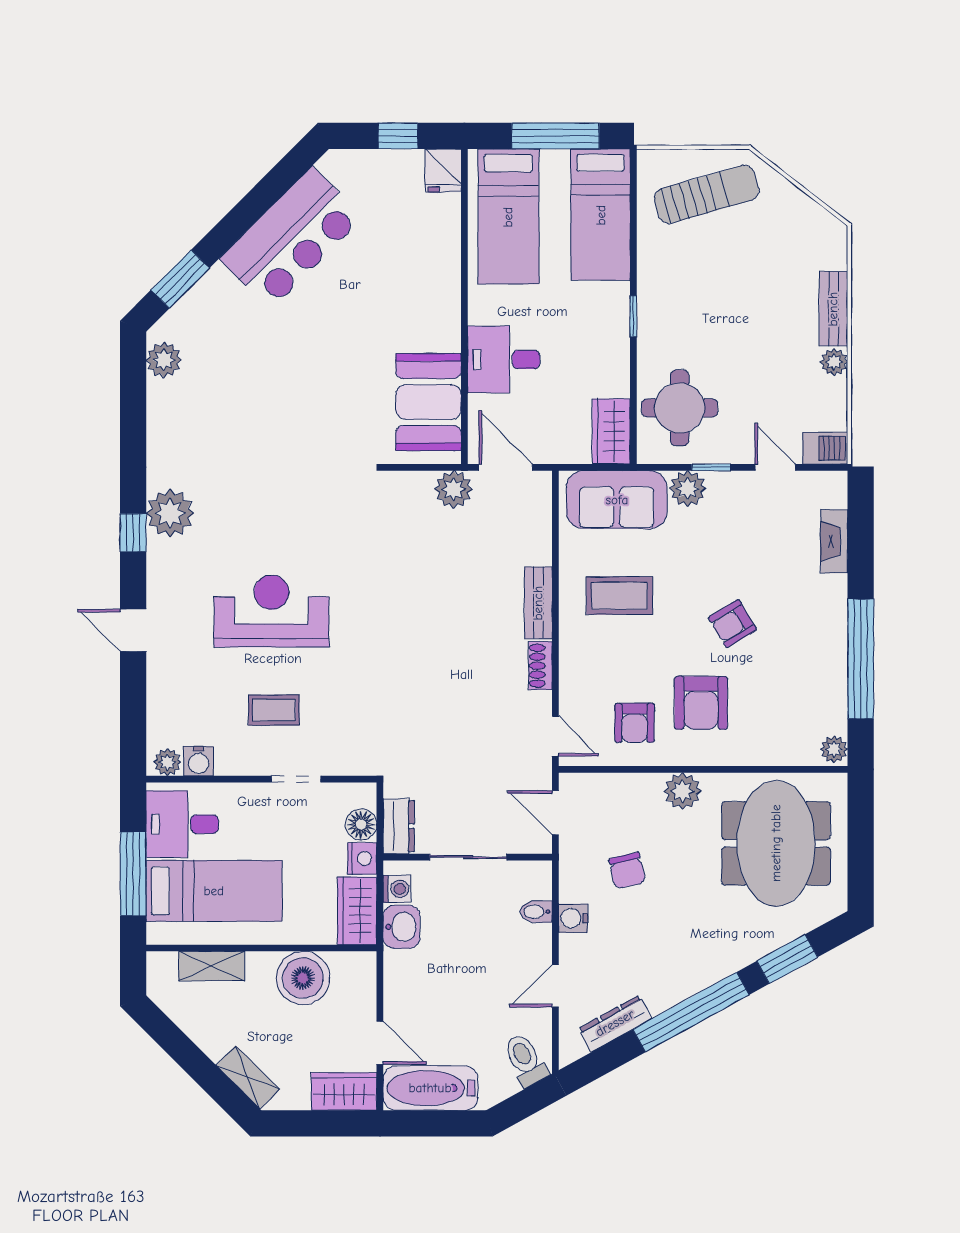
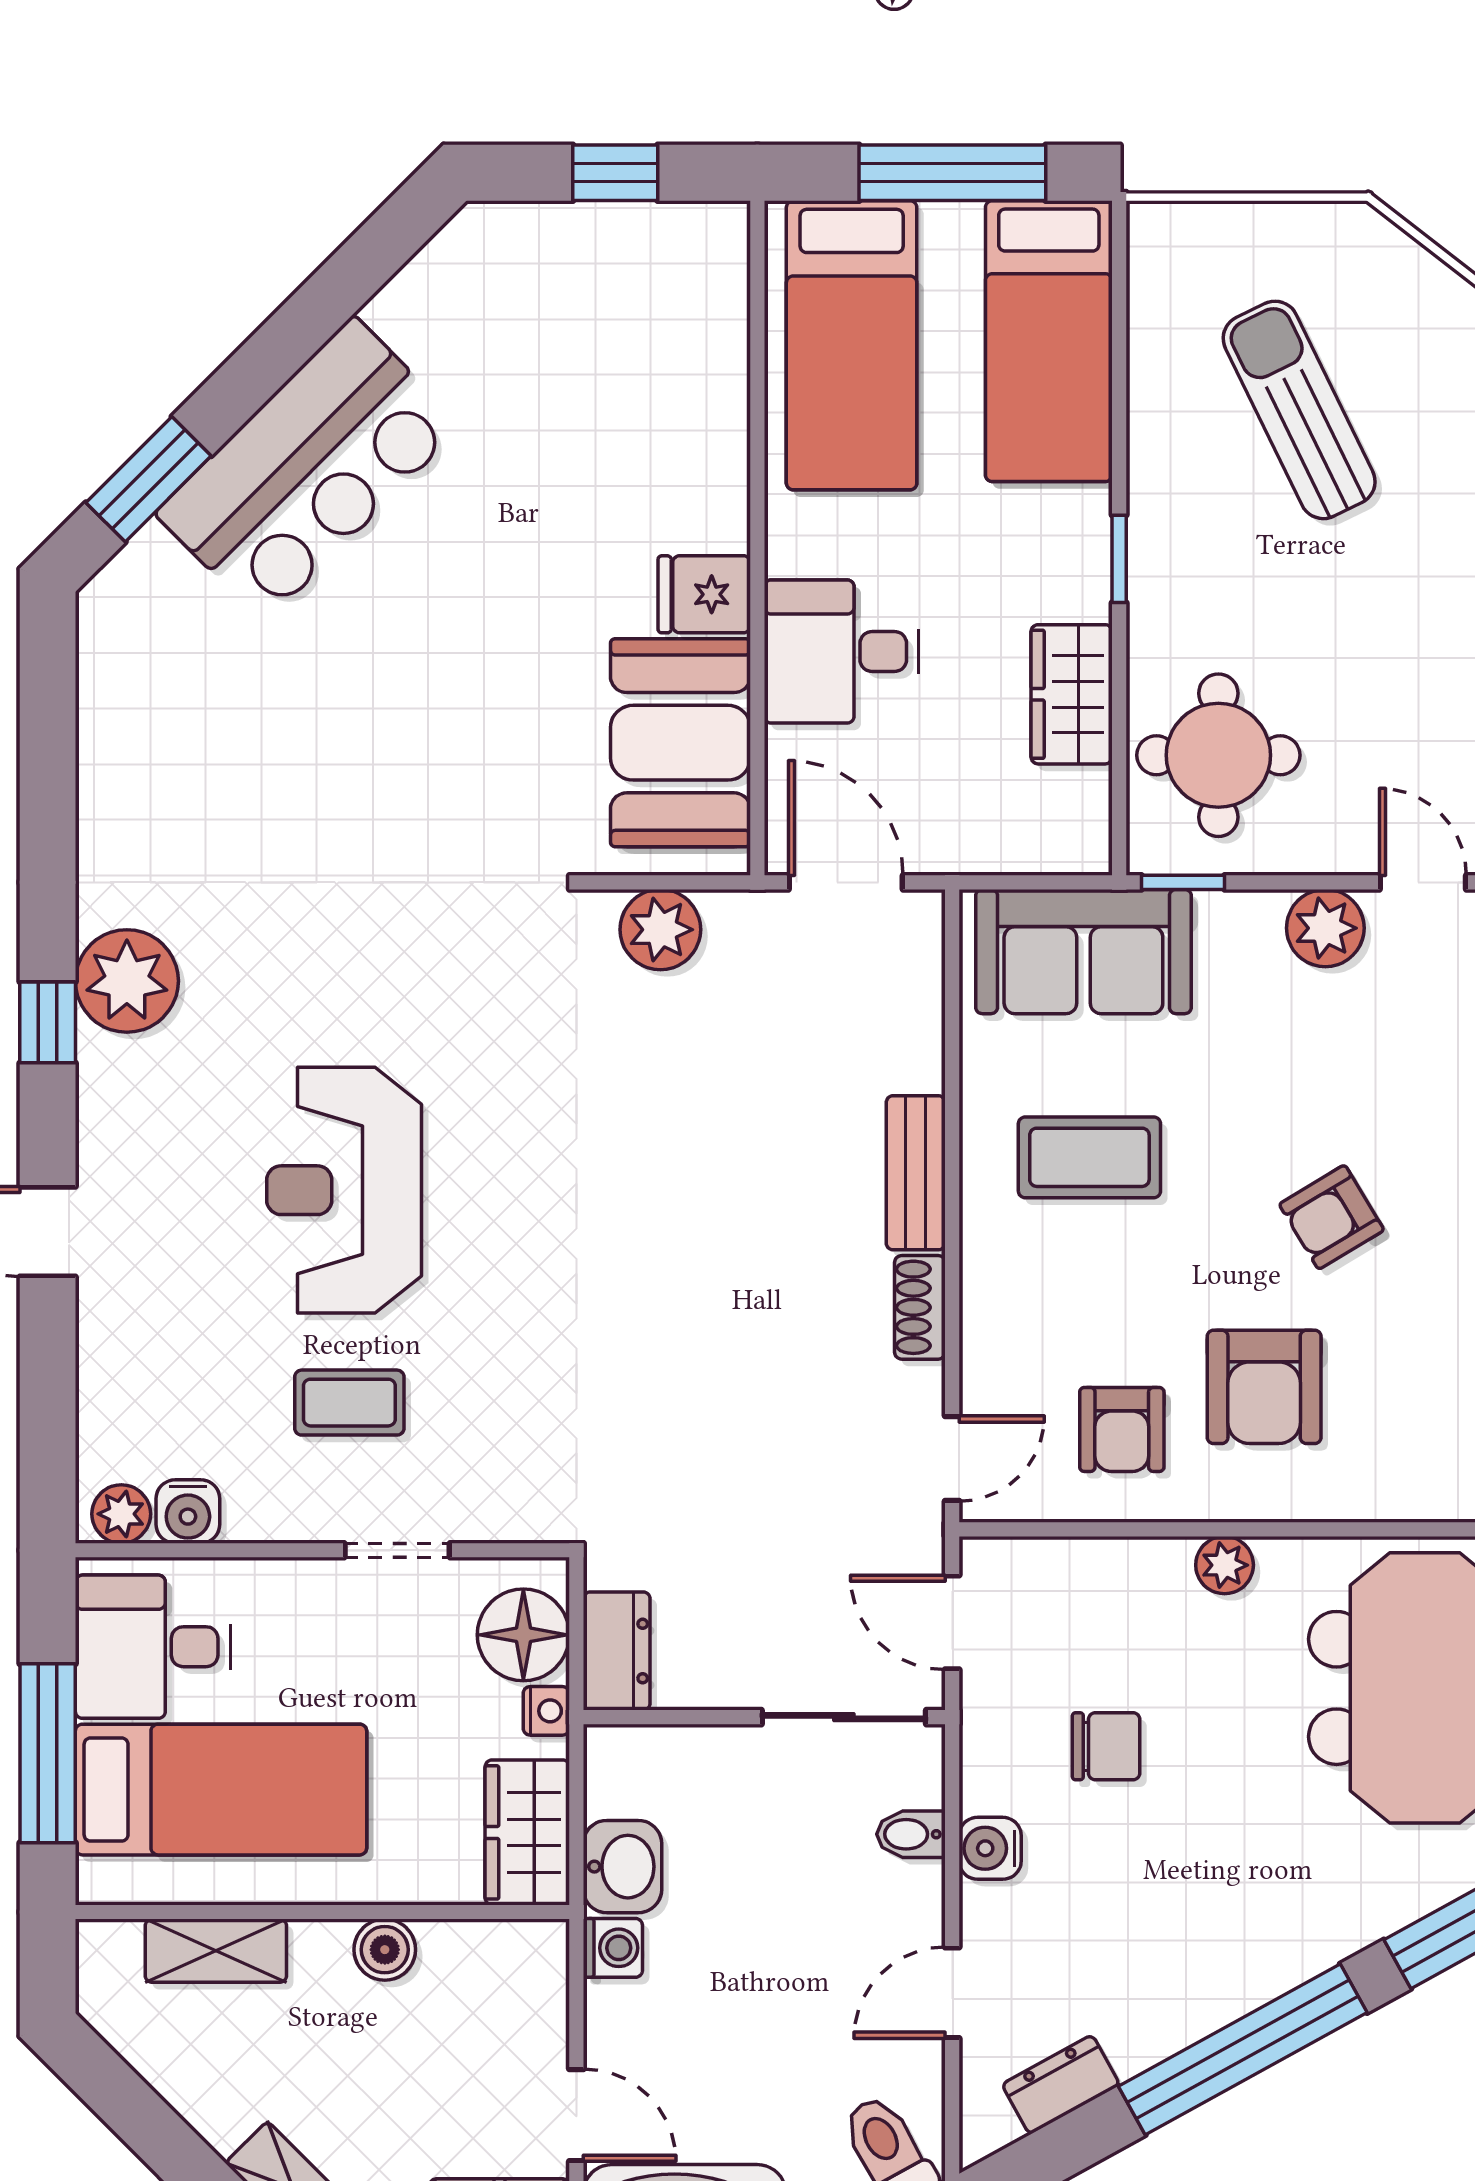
fridge: (443, 171) -> (704, 594), moved, turned 90
sun lounger: (707, 194) -> (1299, 410), moved, turned -100
bar counter: (291, 238) -> (309, 469), moved
plant: (164, 360) -> (114, 652), removed
wardrobe: (611, 431) -> (1072, 694), moved
window: (711, 467) -> (1183, 882), moved
plant: (453, 489) -> (660, 930), moved
plant: (688, 489) -> (1325, 928), moved
reception desk: (271, 611) -> (344, 1190), turned -90
door: (555, 736) -> (952, 1458), hinge flipped
plant: (683, 791) -> (1225, 1565), width x0.73, depth x0.73
floor lamp: (361, 824) -> (523, 1635), width x1.38, depth x1.38
sliding door: (468, 857) -> (844, 1717), moved
nightstand: (362, 859) -> (546, 1711), width x0.72, depth x0.74
chair: (627, 871) -> (1106, 1746), turned -77
washing machine: (397, 889) -> (613, 1948), moved
boiler: (303, 978) -> (385, 1950), width x0.54, depth x0.54
dresser: (615, 1023) -> (1061, 2085), width x0.70

